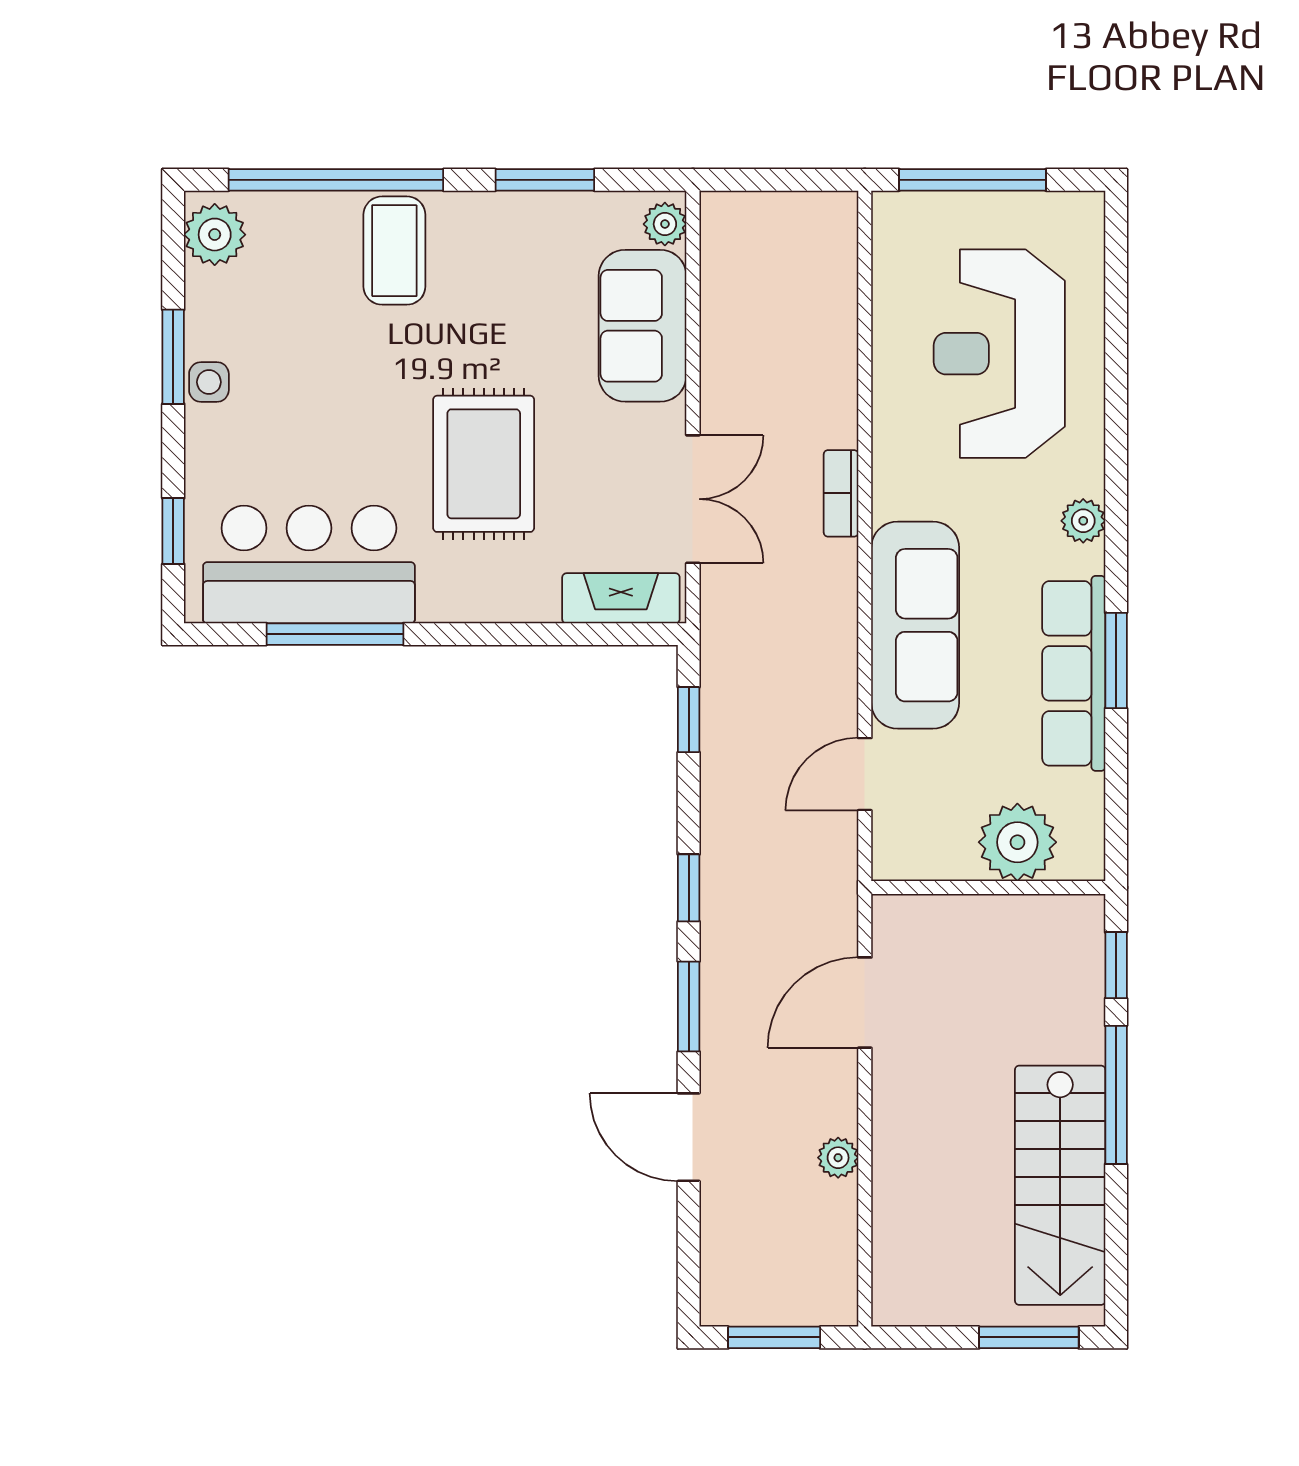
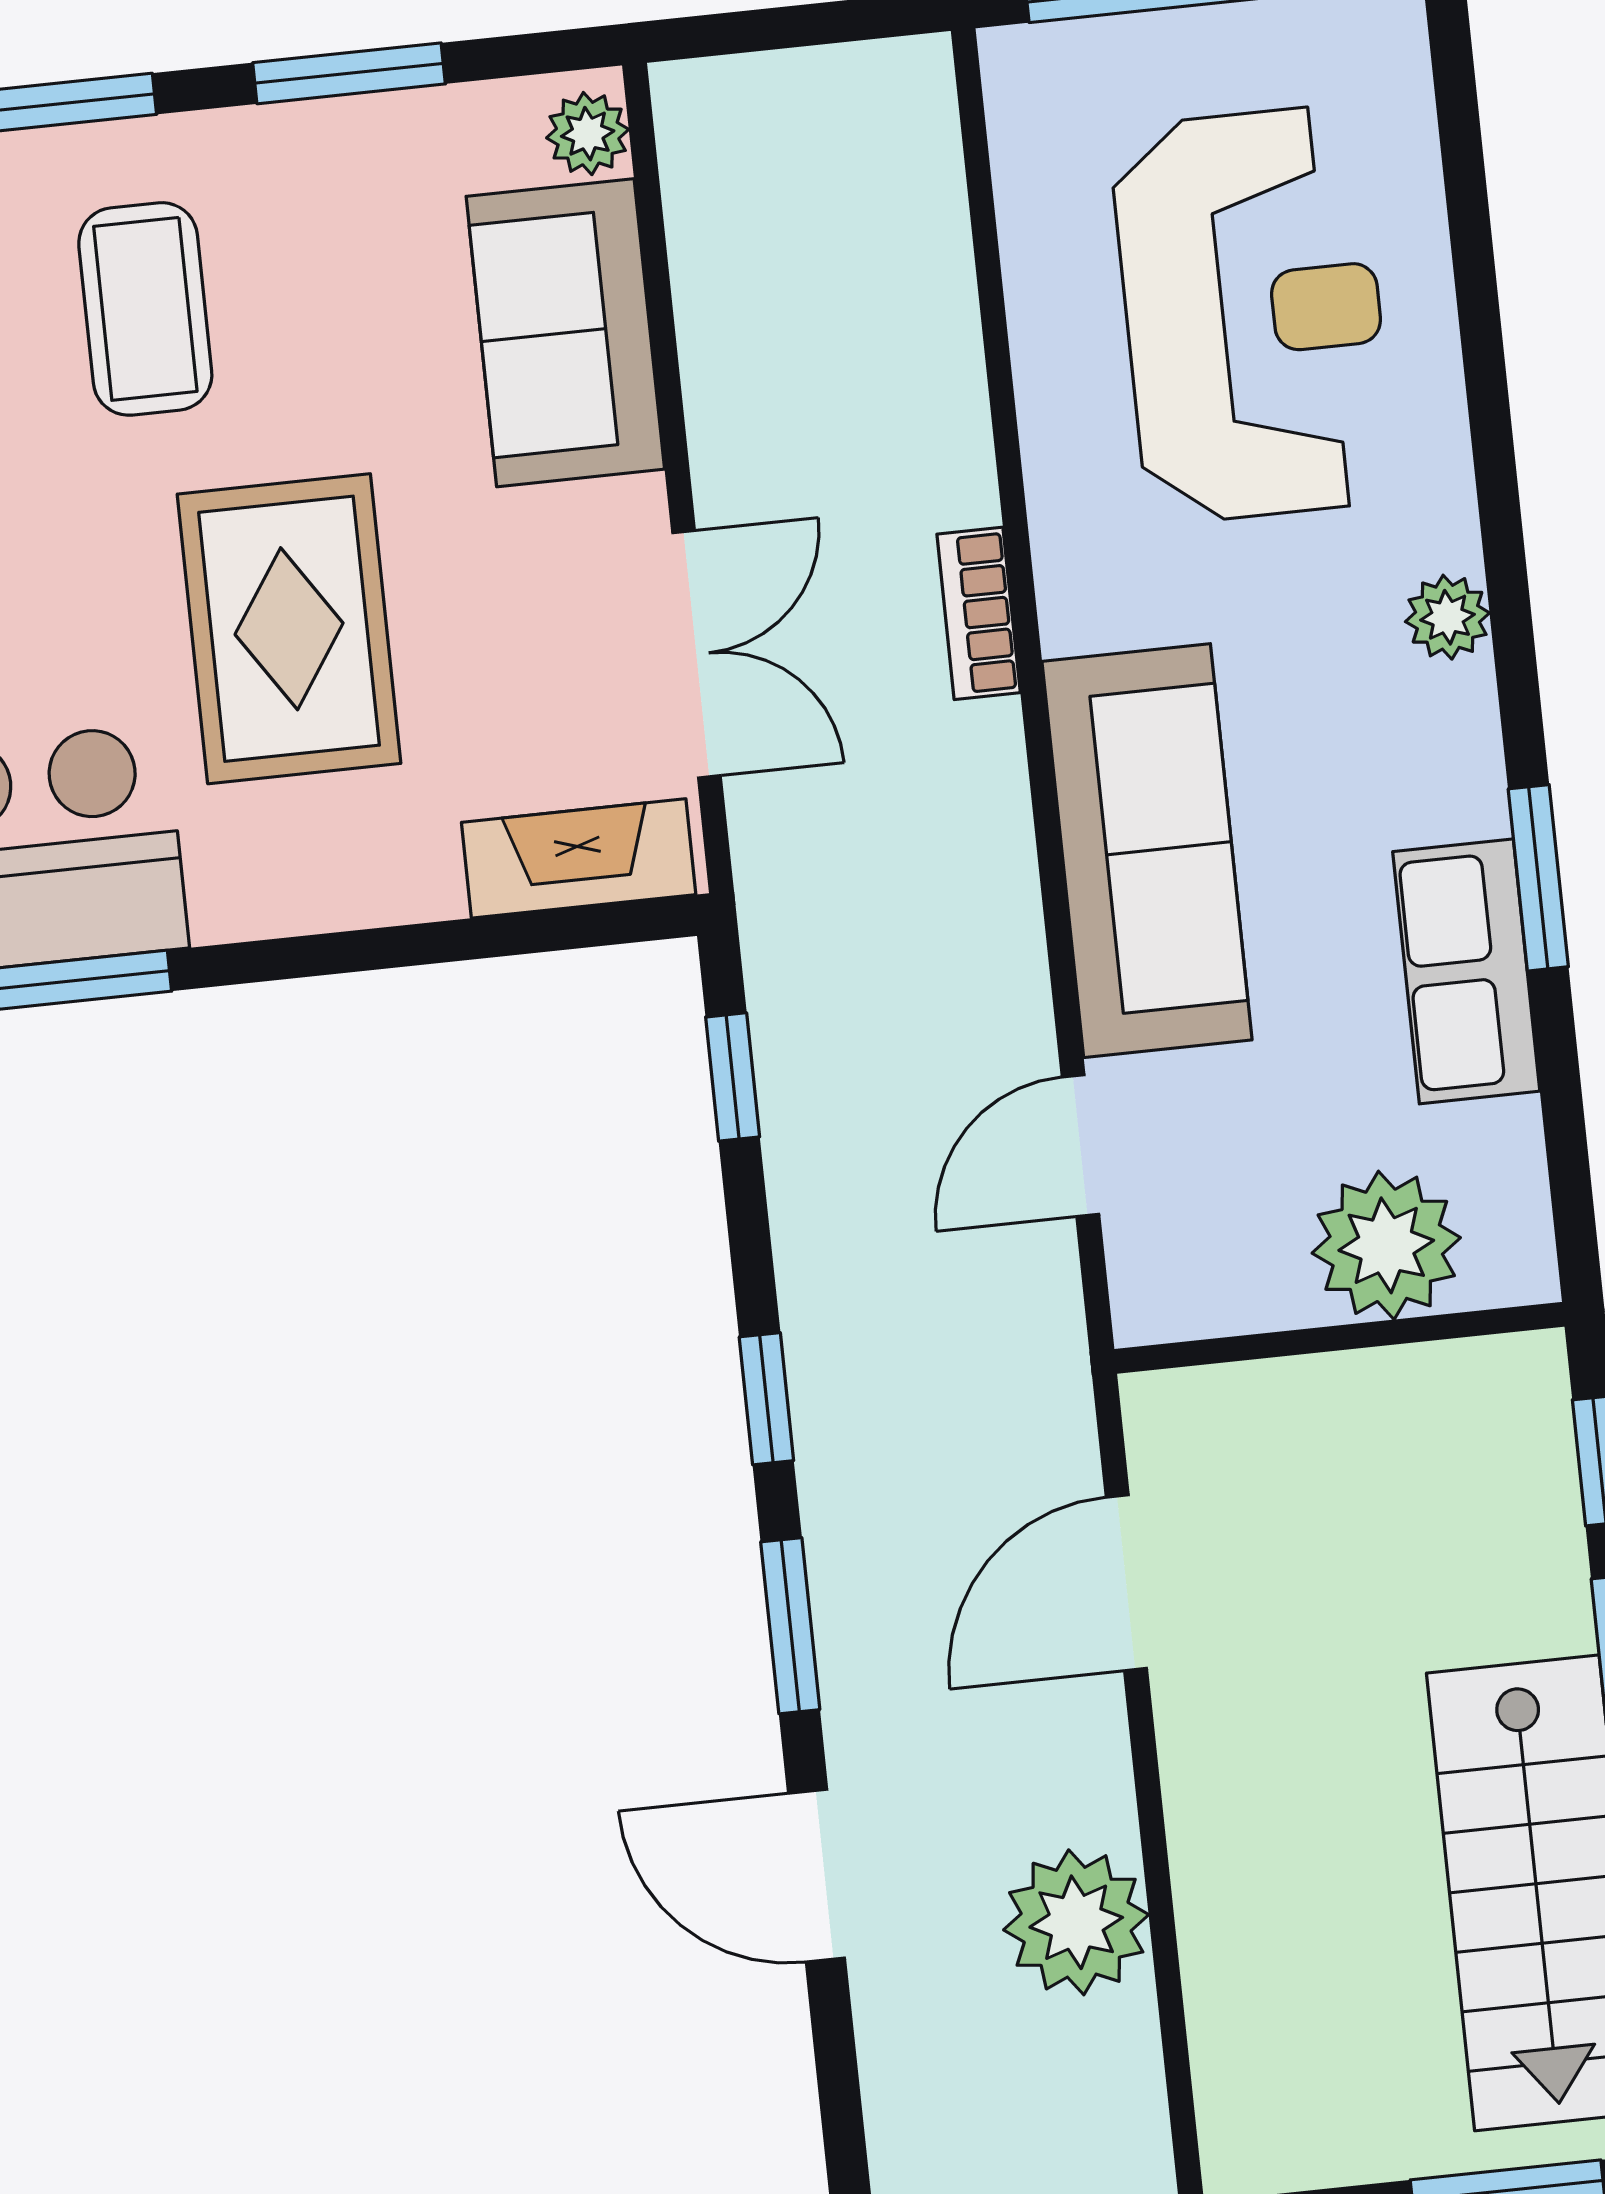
coffee table: (394, 251) -> (145, 309), moved
reception desk: (999, 354) -> (1253, 314), turned 180
row of seats: (1074, 673) -> (1466, 971), width x0.68
plant: (838, 1158) -> (1076, 1922), width x1.87, depth x1.87

